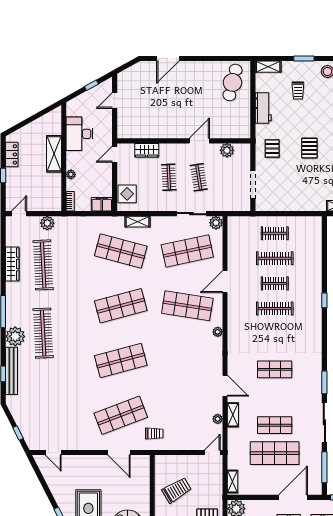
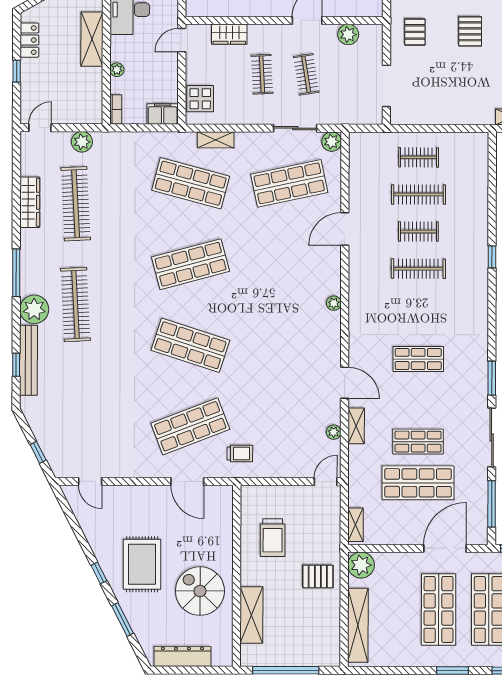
shop shelf: (187, 306) -> (289, 264), removed
shop shelf: (121, 360) -> (190, 345), turned 33
trolley: (177, 490) -> (273, 538), turned 121

